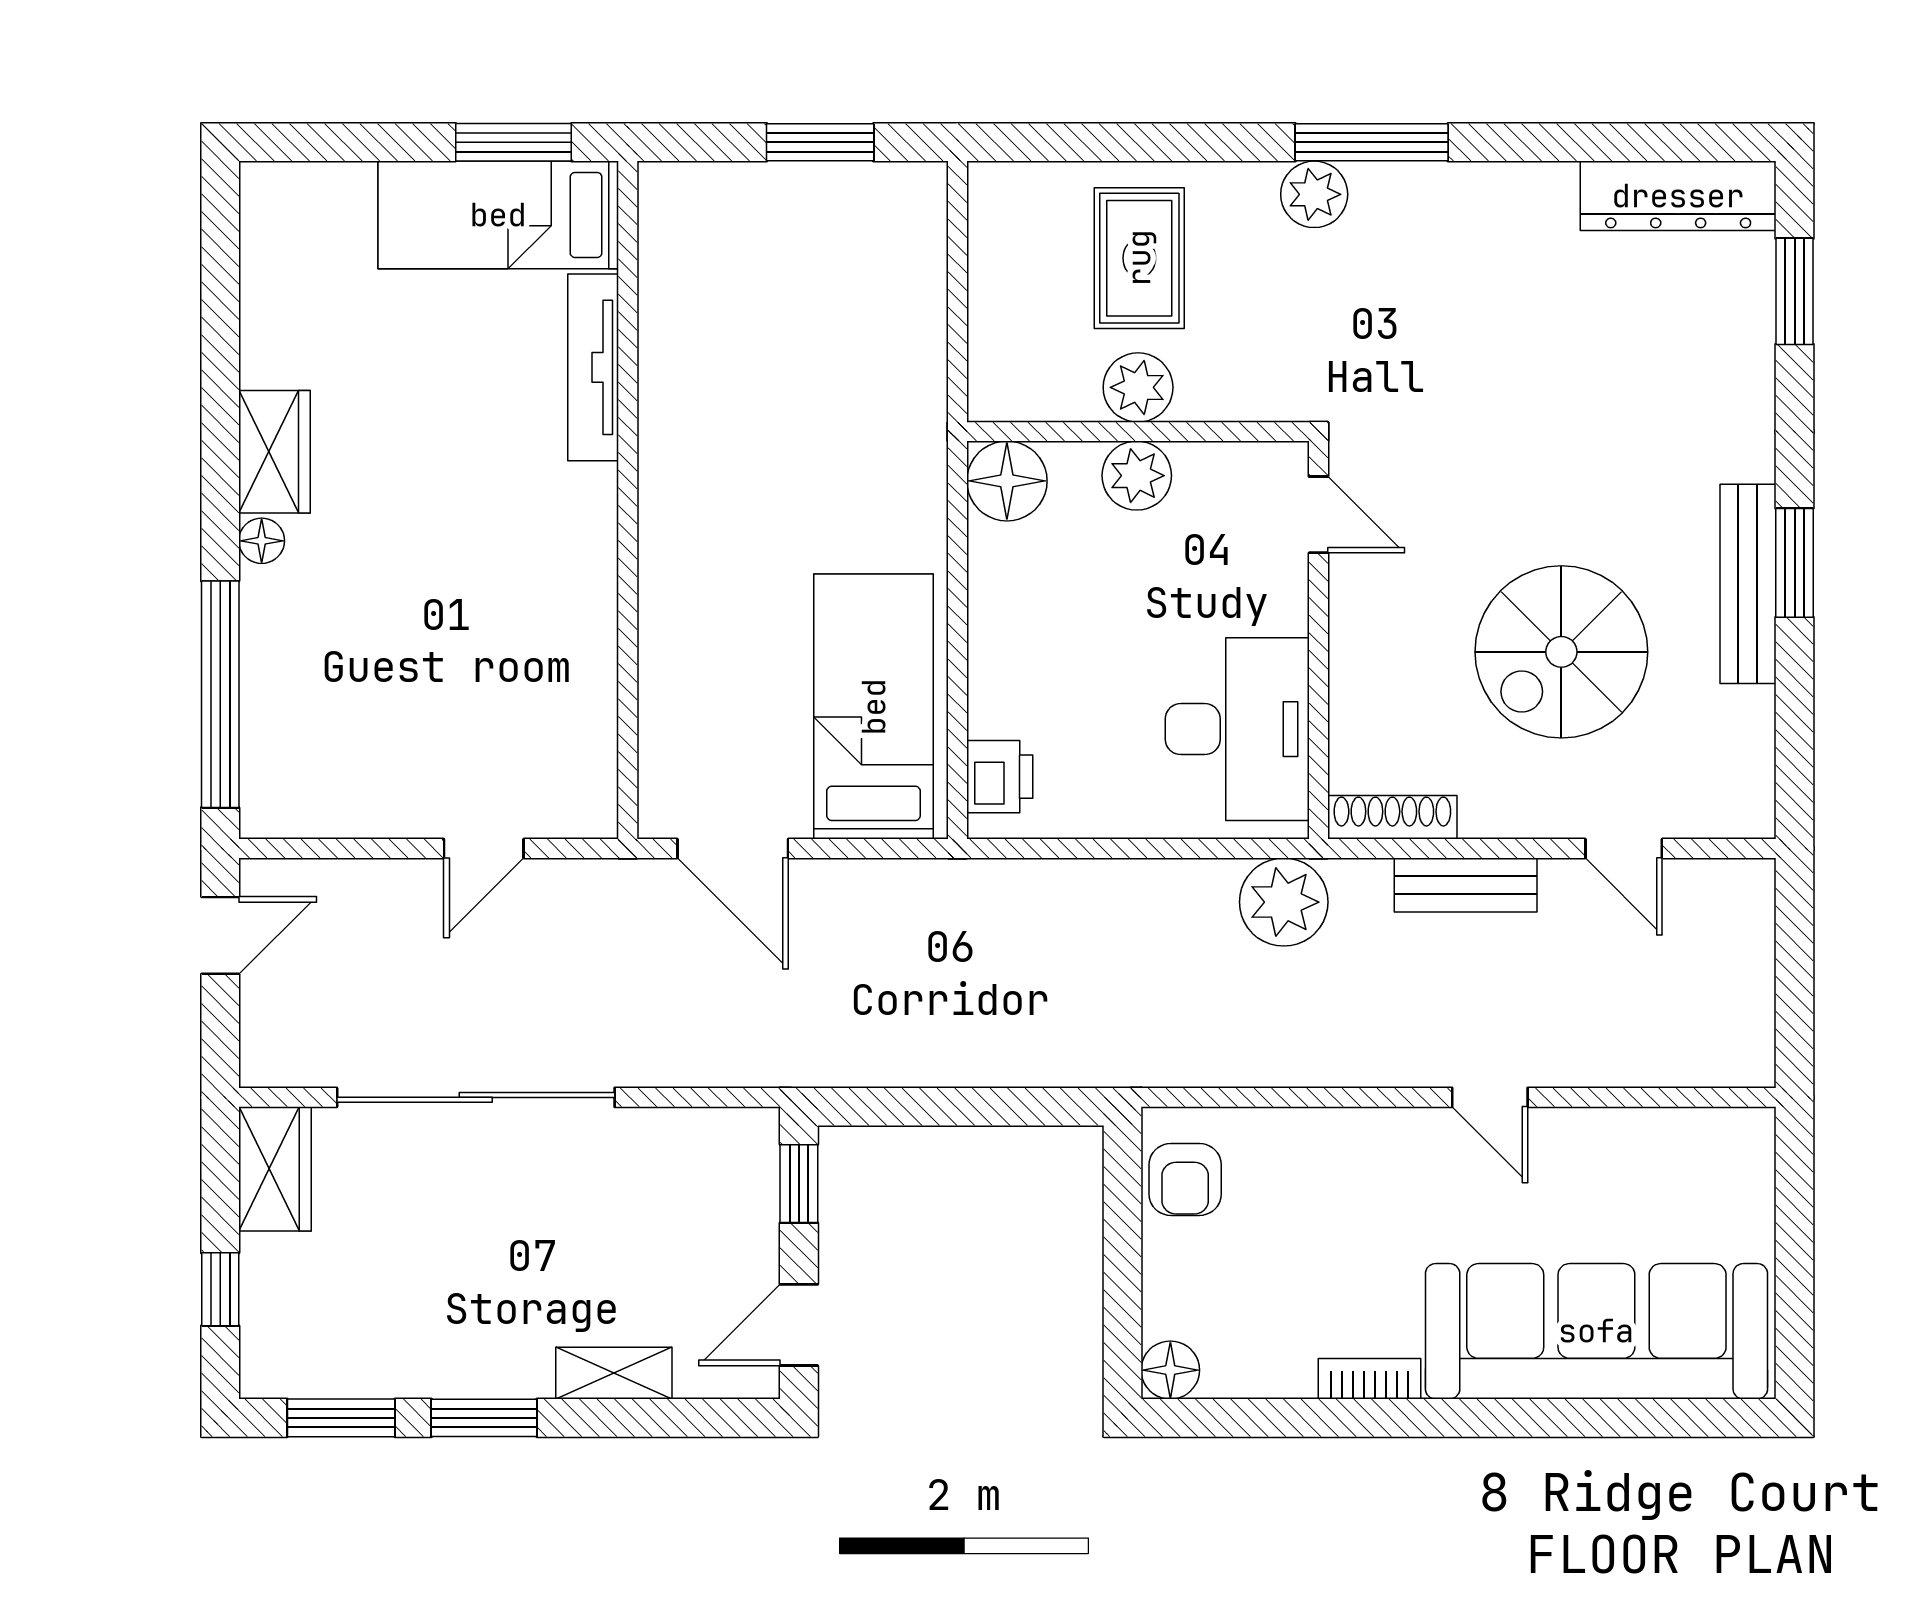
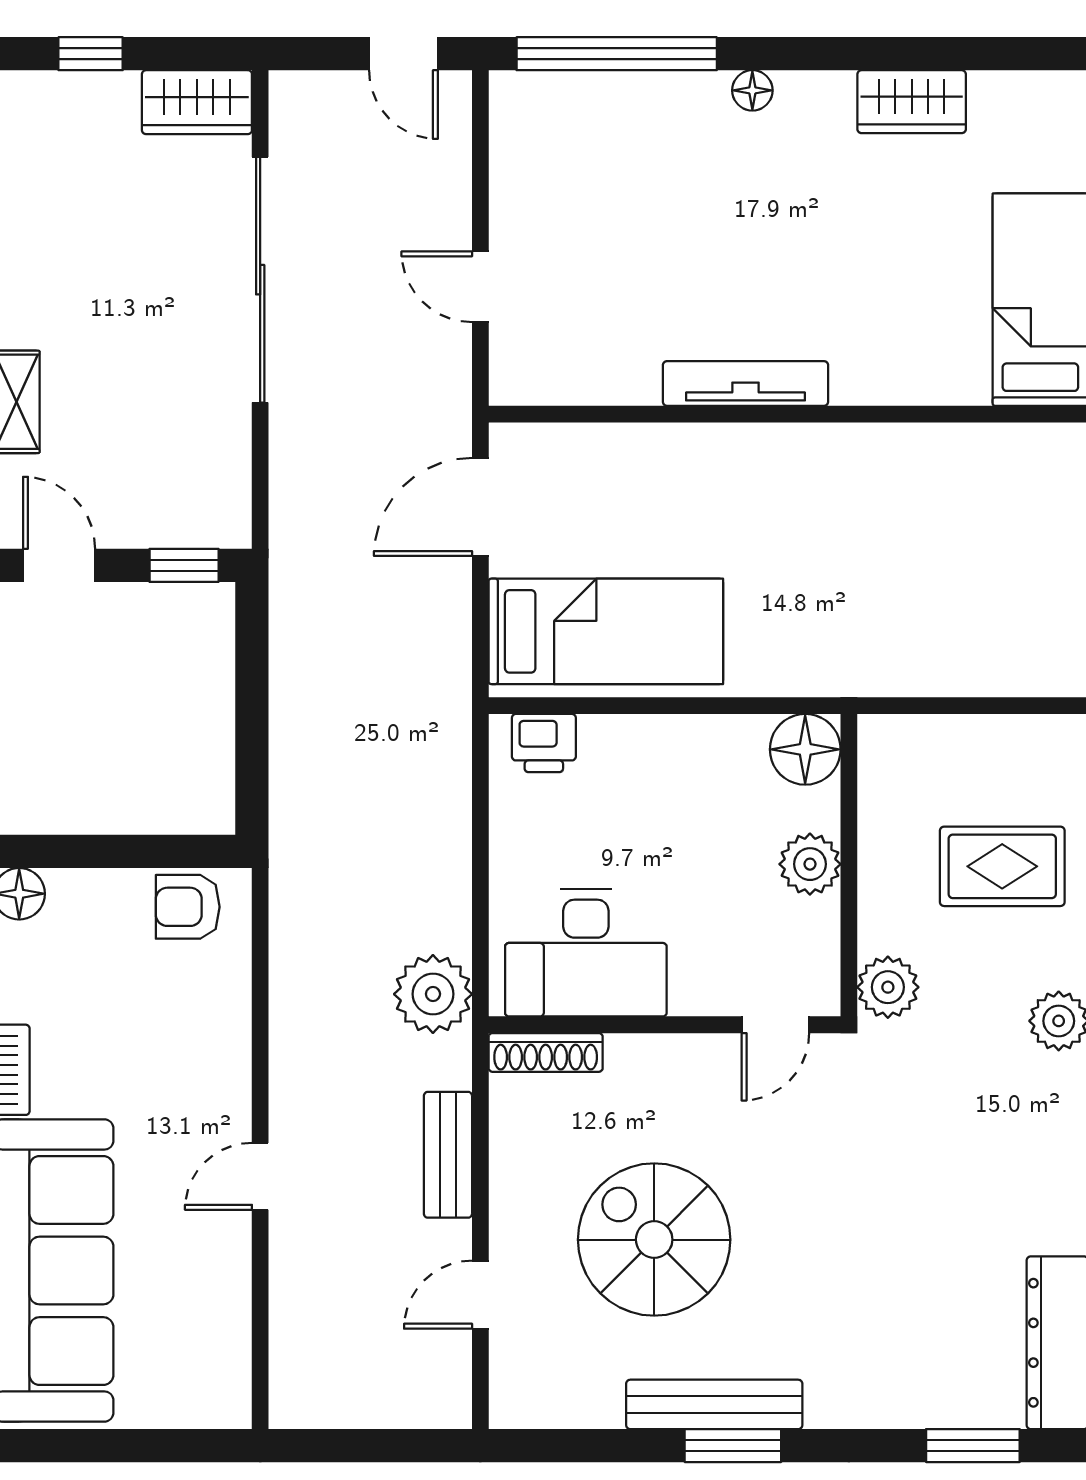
tv unit: (593, 367) -> (746, 383), moved
plant: (1138, 387) -> (888, 987), moved
wardrobe: (274, 452) -> (912, 102), moved
shoe rack: (1392, 817) -> (546, 1052), moved, turned 90

